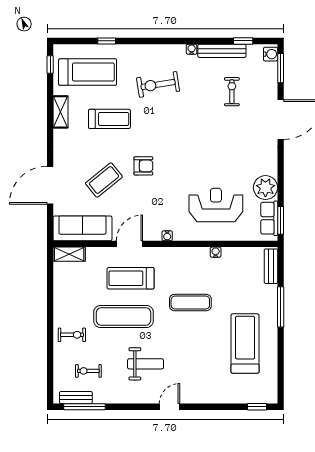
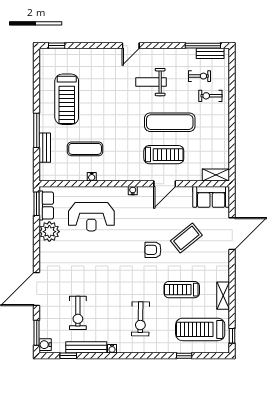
exercise bike: (158, 84) -> (140, 319), turned 100
exercise bike: (232, 92) -> (78, 313), width x1.38, depth x1.39
sofa: (82, 228) -> (211, 197), width x0.73
bench: (271, 266) -> (45, 148), moved
exercise mat: (190, 303) -> (85, 149), moved
exercise bike: (72, 335) -> (210, 96), moved

